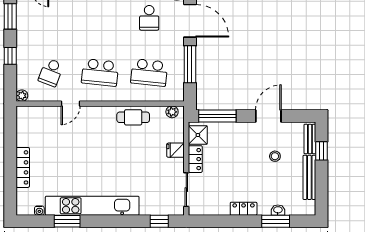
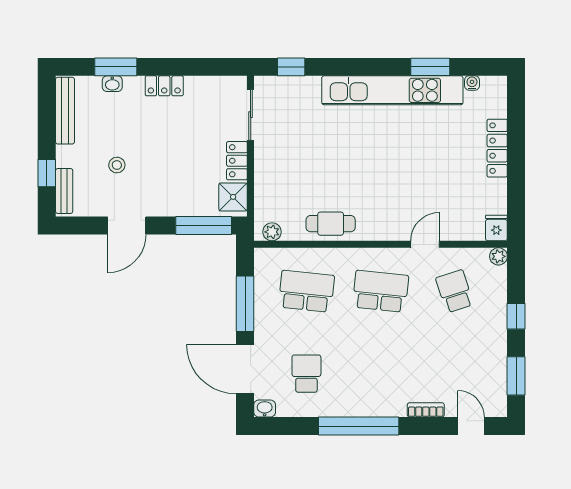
school desk: (51, 72) -> (455, 291), turned -39
fridge: (176, 150) -> (496, 228), moved, turned -90
bench: (309, 177) -> (65, 111), moved

